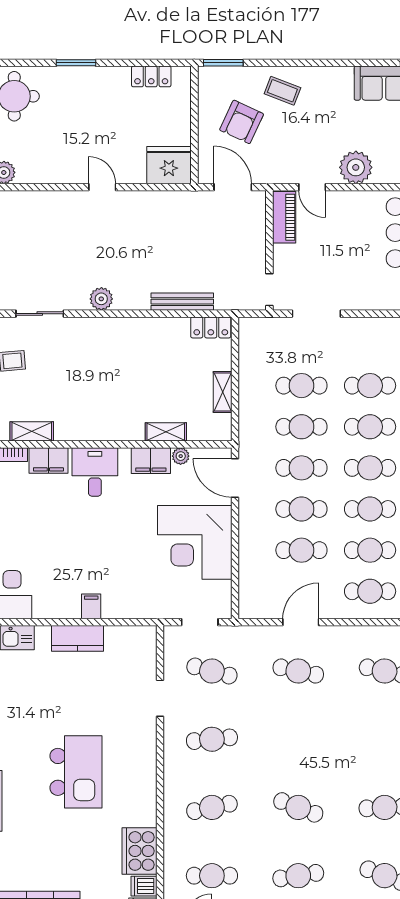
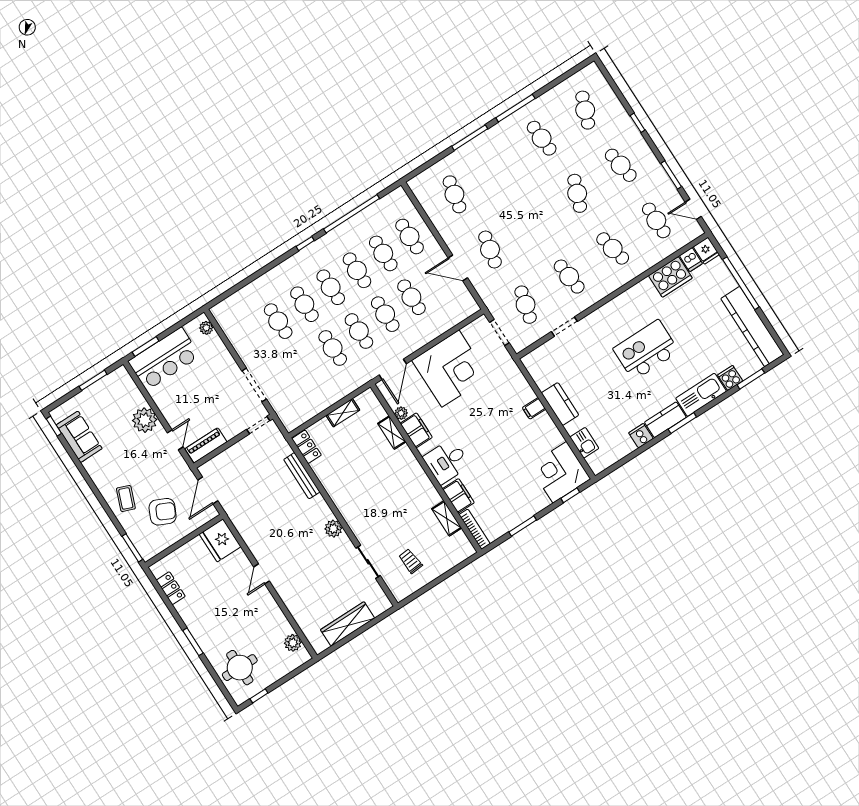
cafe table: (301, 386) -> (306, 365), removed

